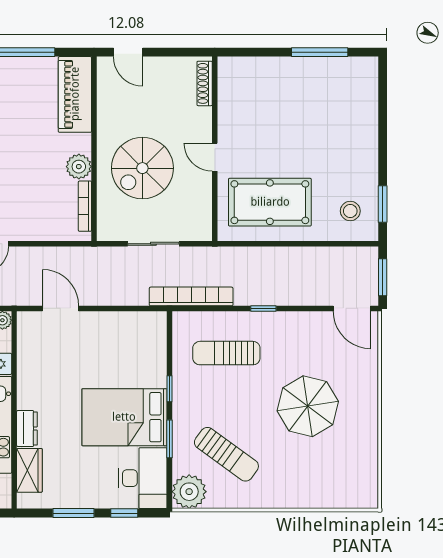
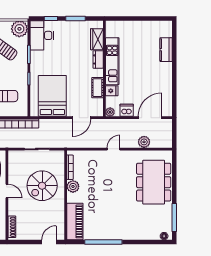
door: (128, 52) -> (49, 242), hinge flipped
spiral stairs: (142, 168) -> (42, 186), turned 180
door: (61, 308) -> (82, 118), hinge flipped
cot: (28, 370) -> (97, 88), added
bed: (124, 417) -> (52, 96), moved, turned -90

